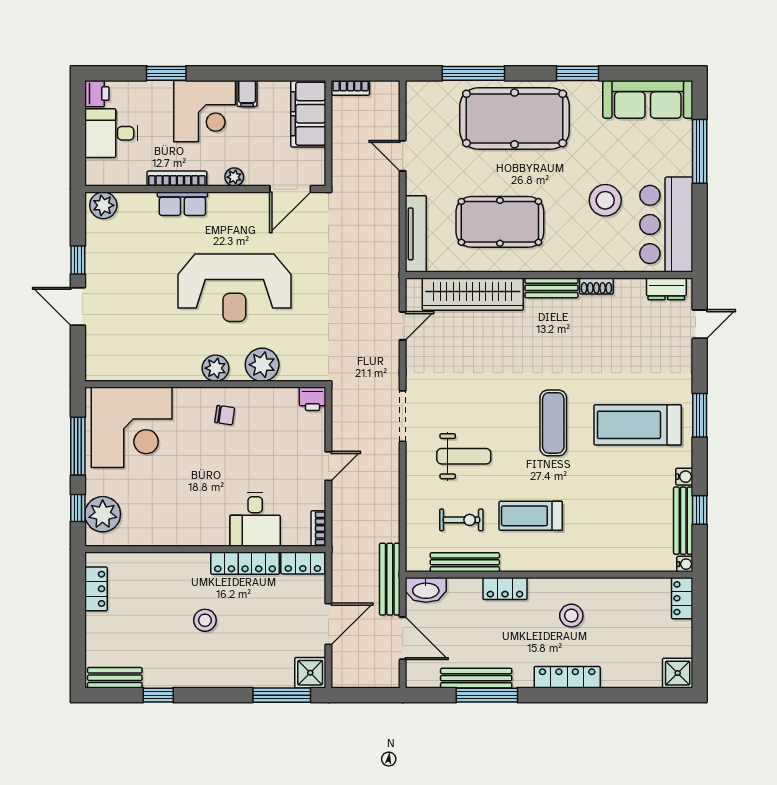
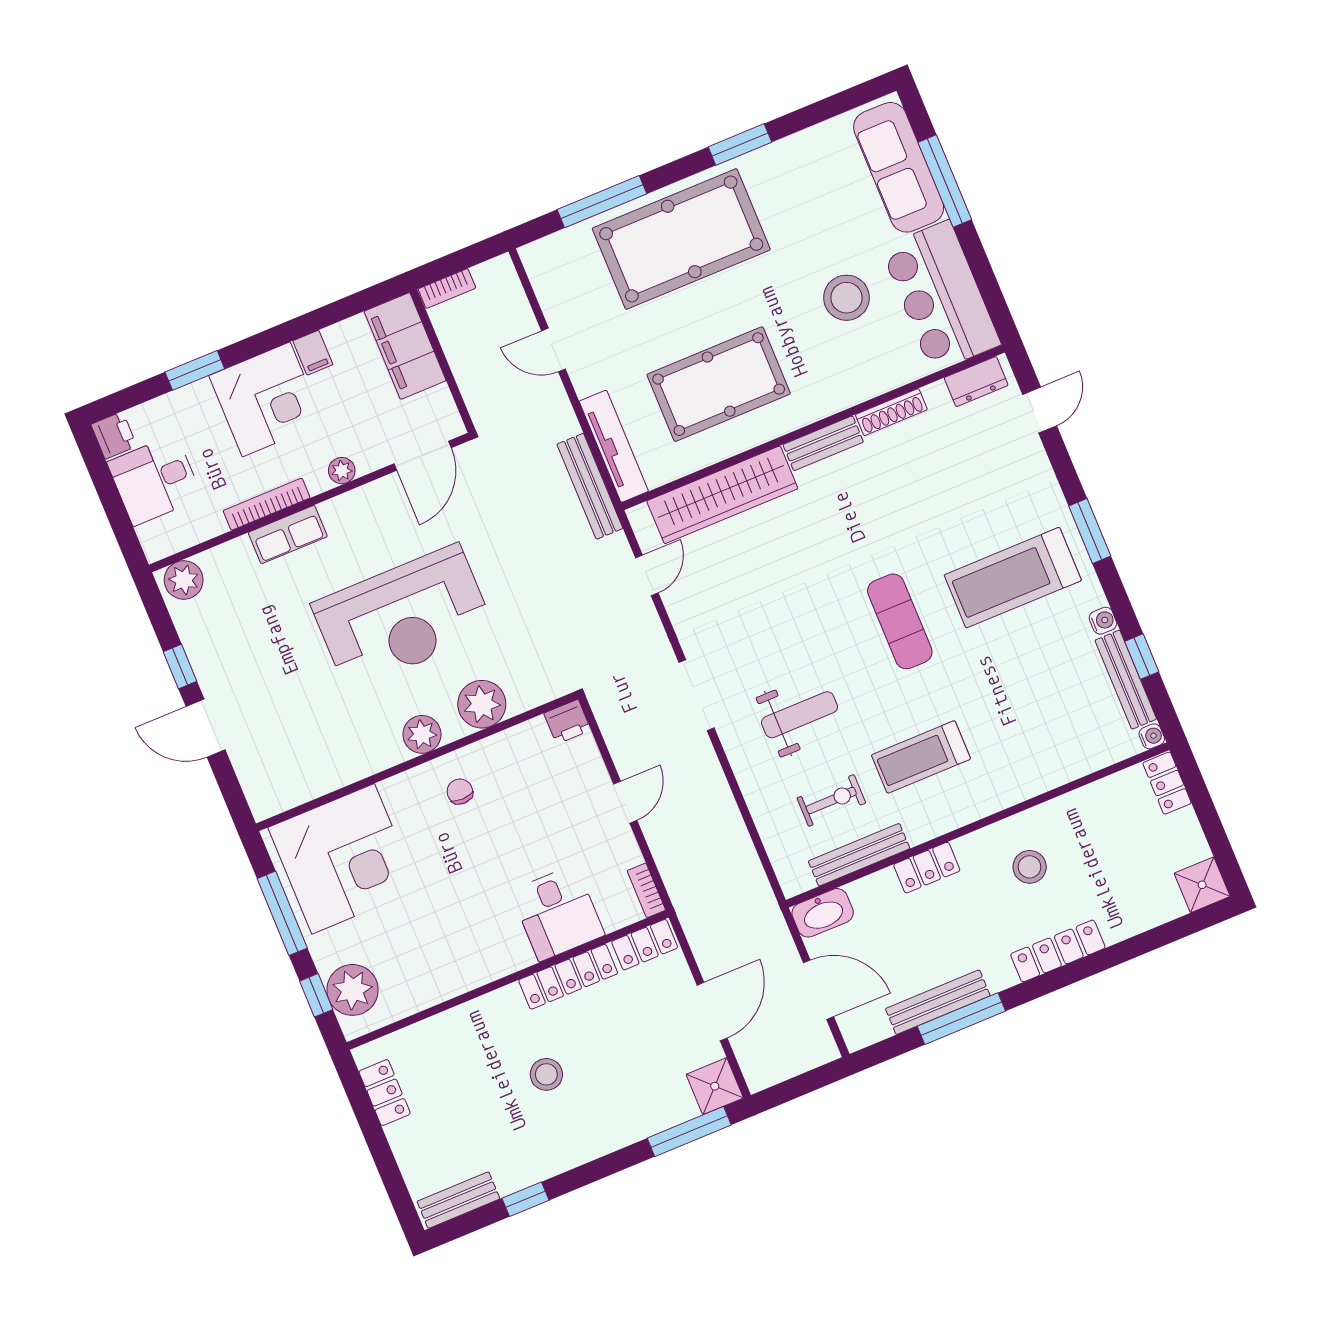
sofa: (648, 99) -> (899, 167), moved, turned 90
shoe rack: (596, 286) -> (891, 412), width x1.43
chair: (225, 415) -> (460, 792), turned -98
bench: (390, 579) -> (590, 486), moved

